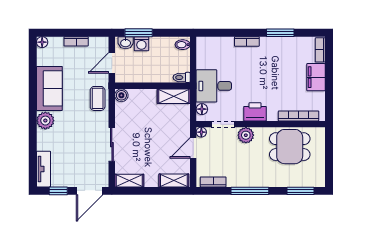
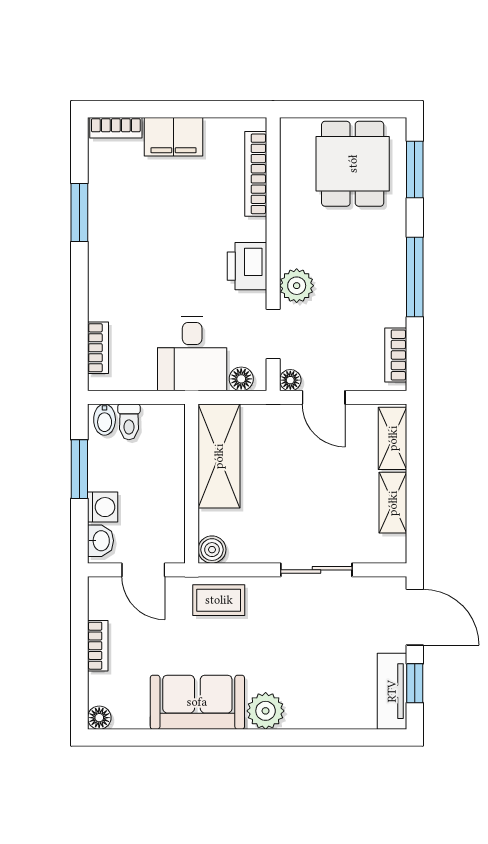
window: (139, 33) -> (79, 469), moved
bookcase: (247, 42) -> (98, 348), moved
toilet: (182, 77) -> (129, 422), moved
shelving: (174, 96) -> (219, 456), width x1.50, depth x1.33
dining table: (290, 147) -> (353, 164), moved
tv unit: (43, 169) -> (392, 691), moved, turned -90
shelving: (129, 181) -> (393, 503), moved

